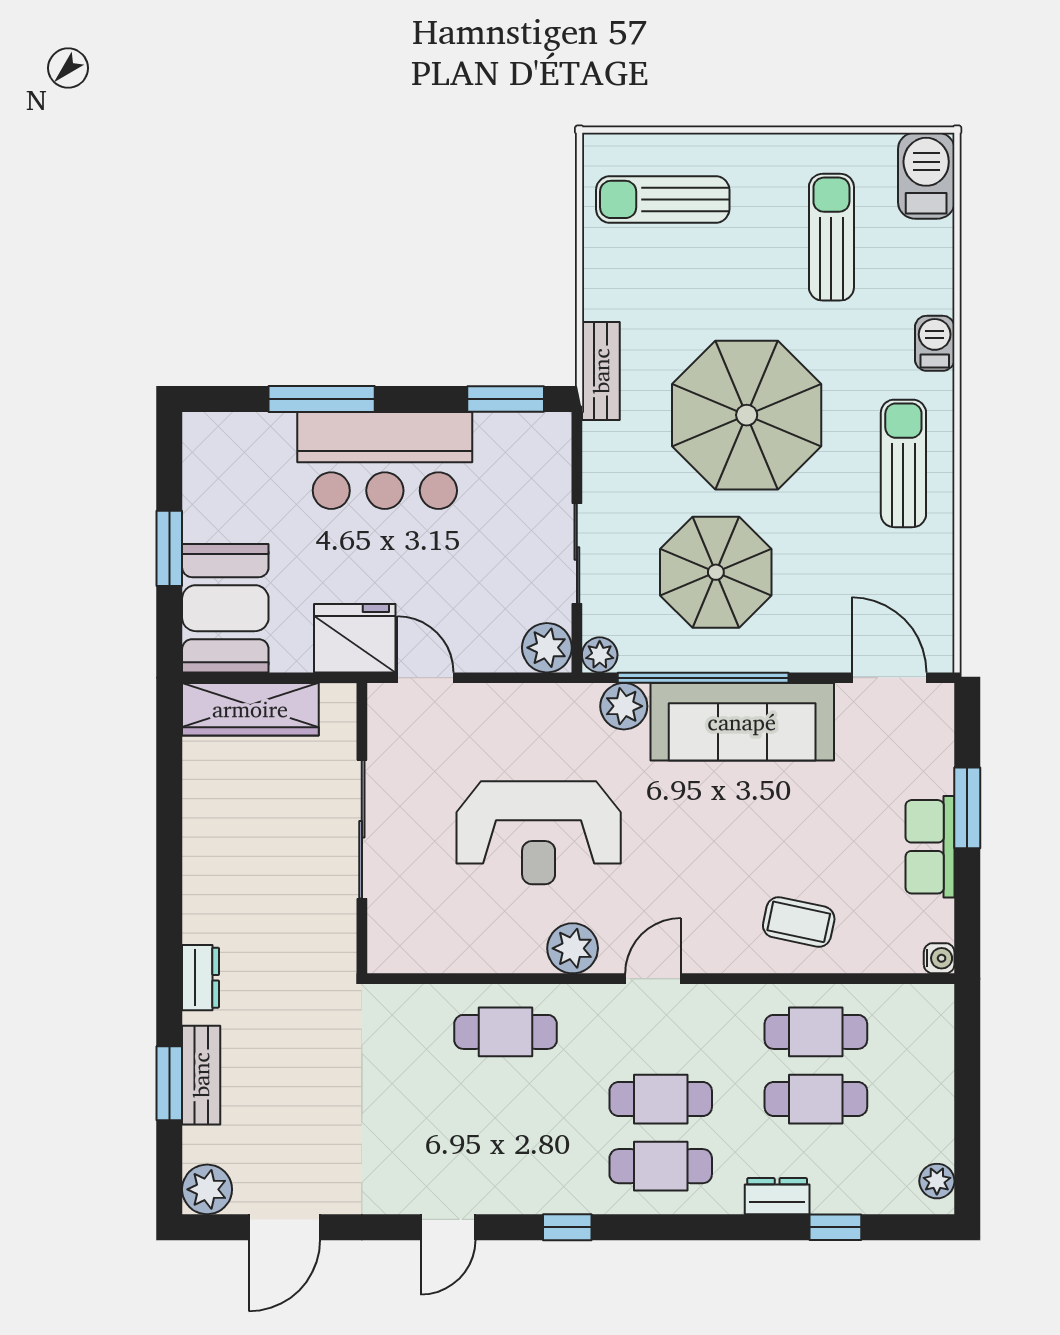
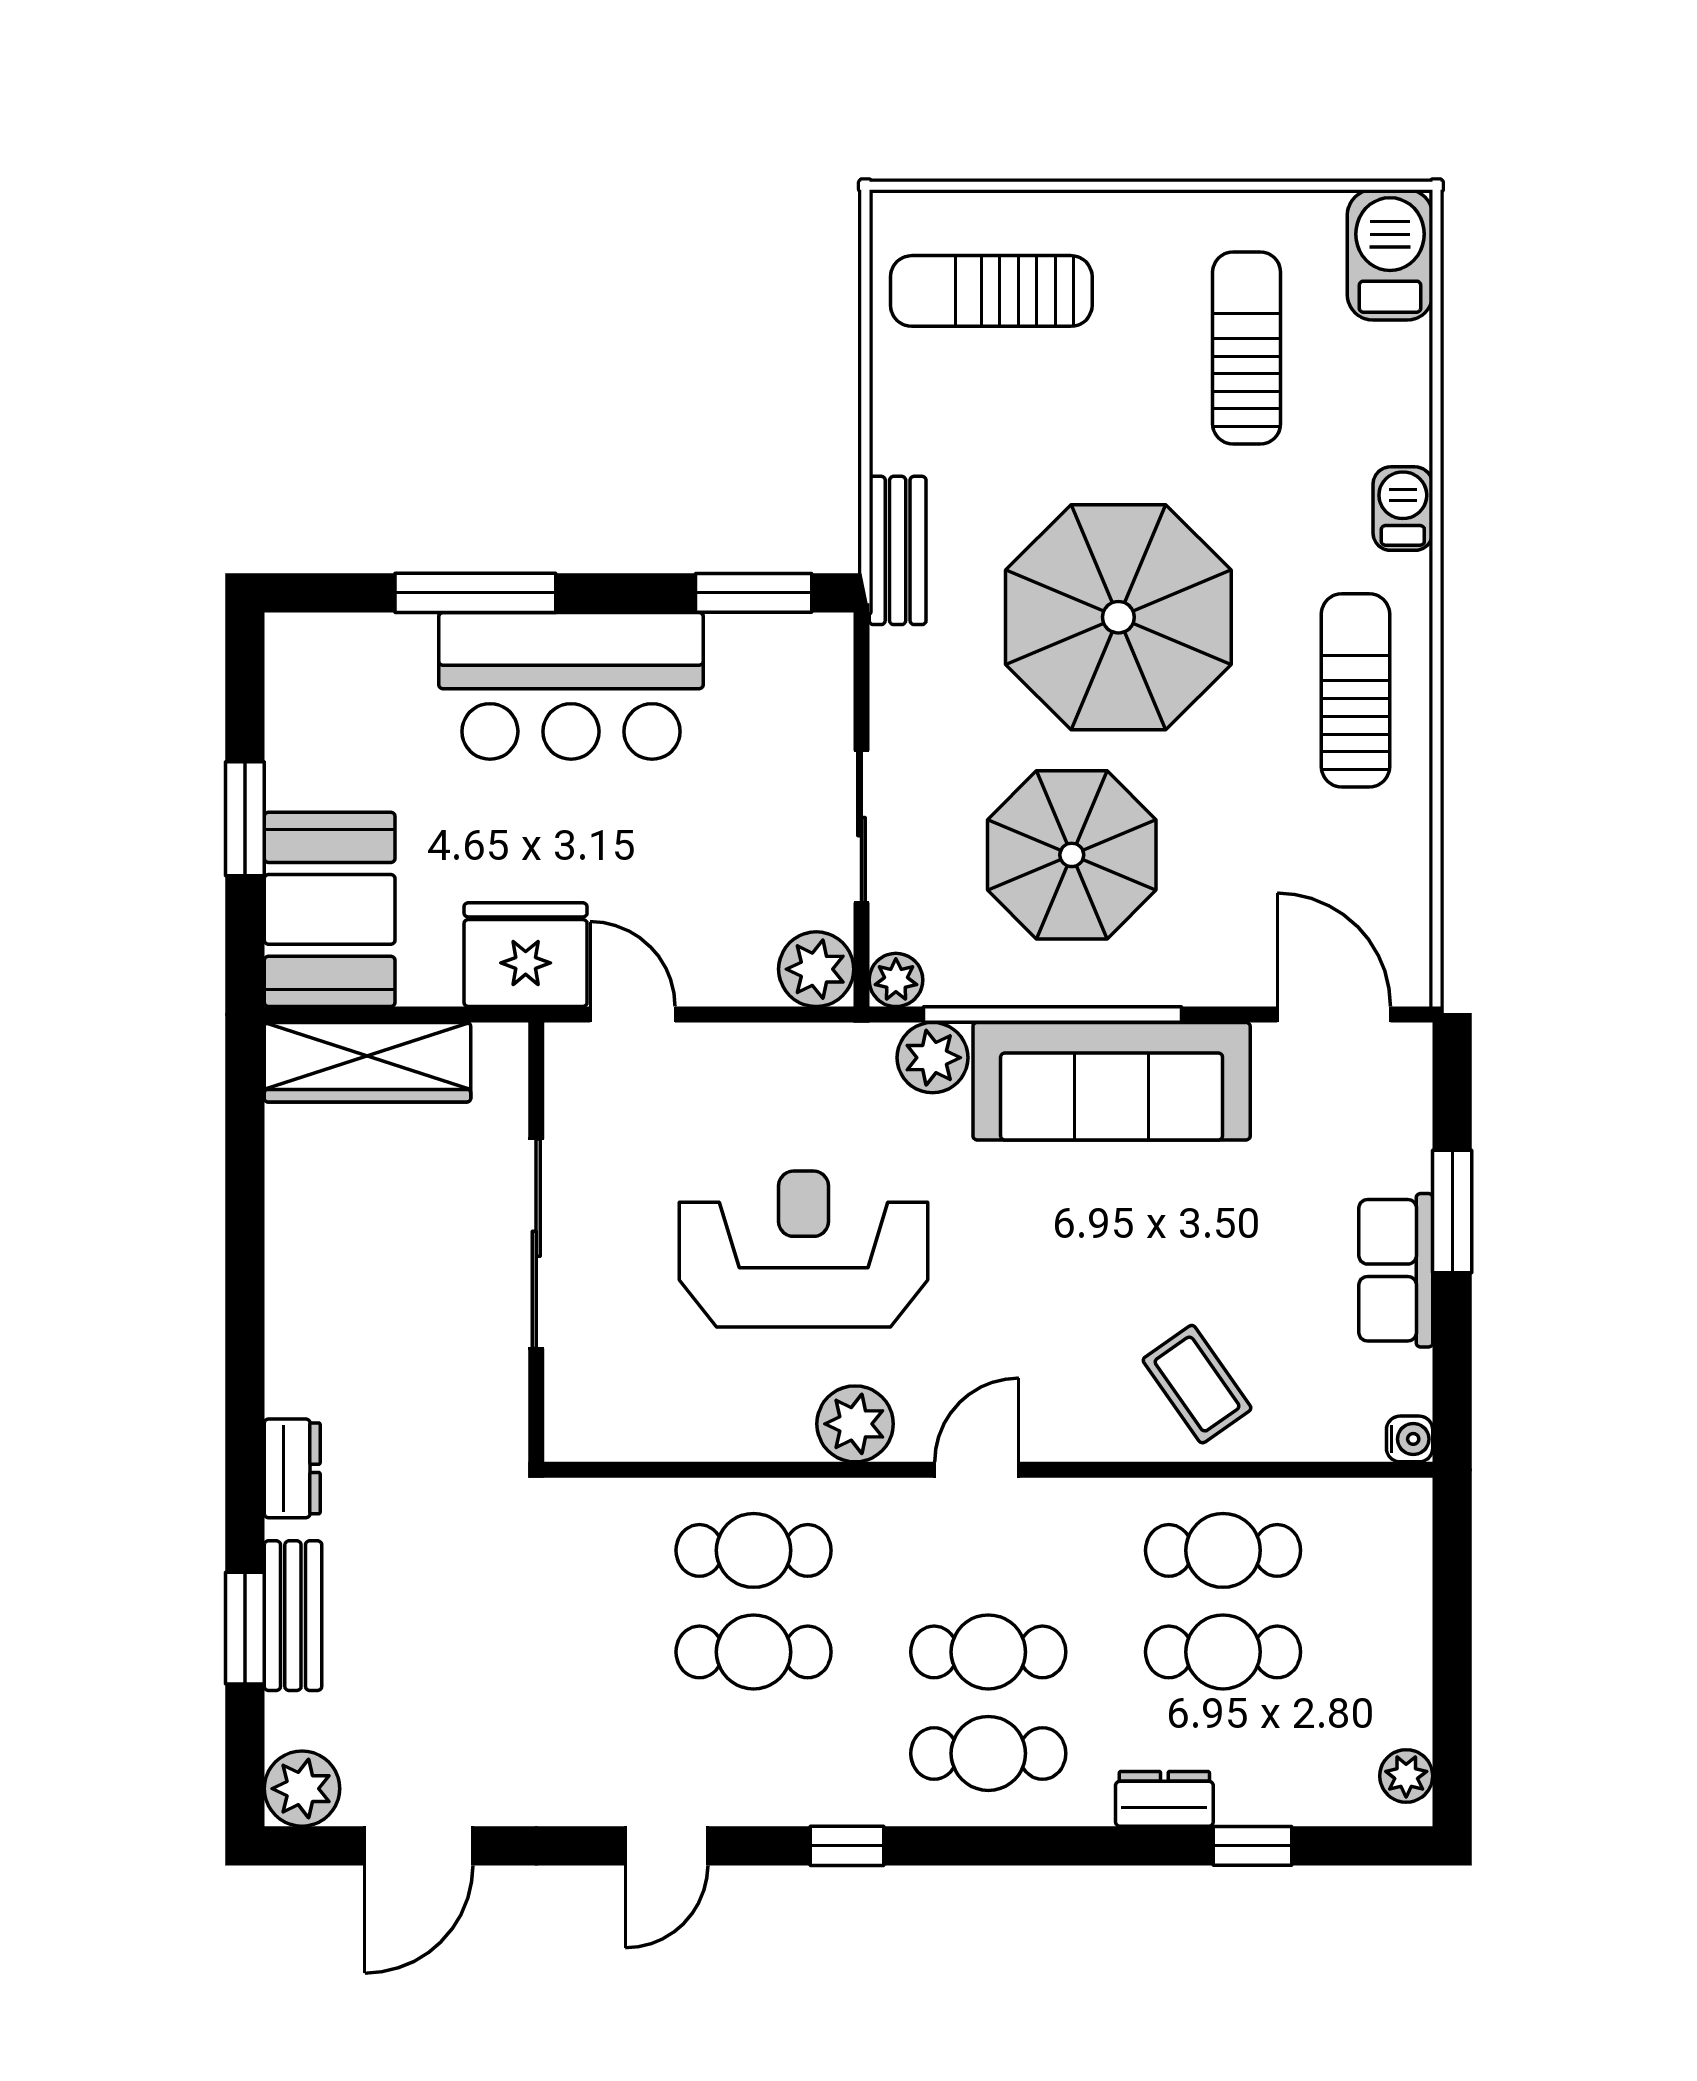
reception desk: (539, 833) -> (804, 1249), turned 180
coffee table: (799, 922) -> (1197, 1384), turned 43
cafe table: (506, 1099) -> (754, 1652), added

